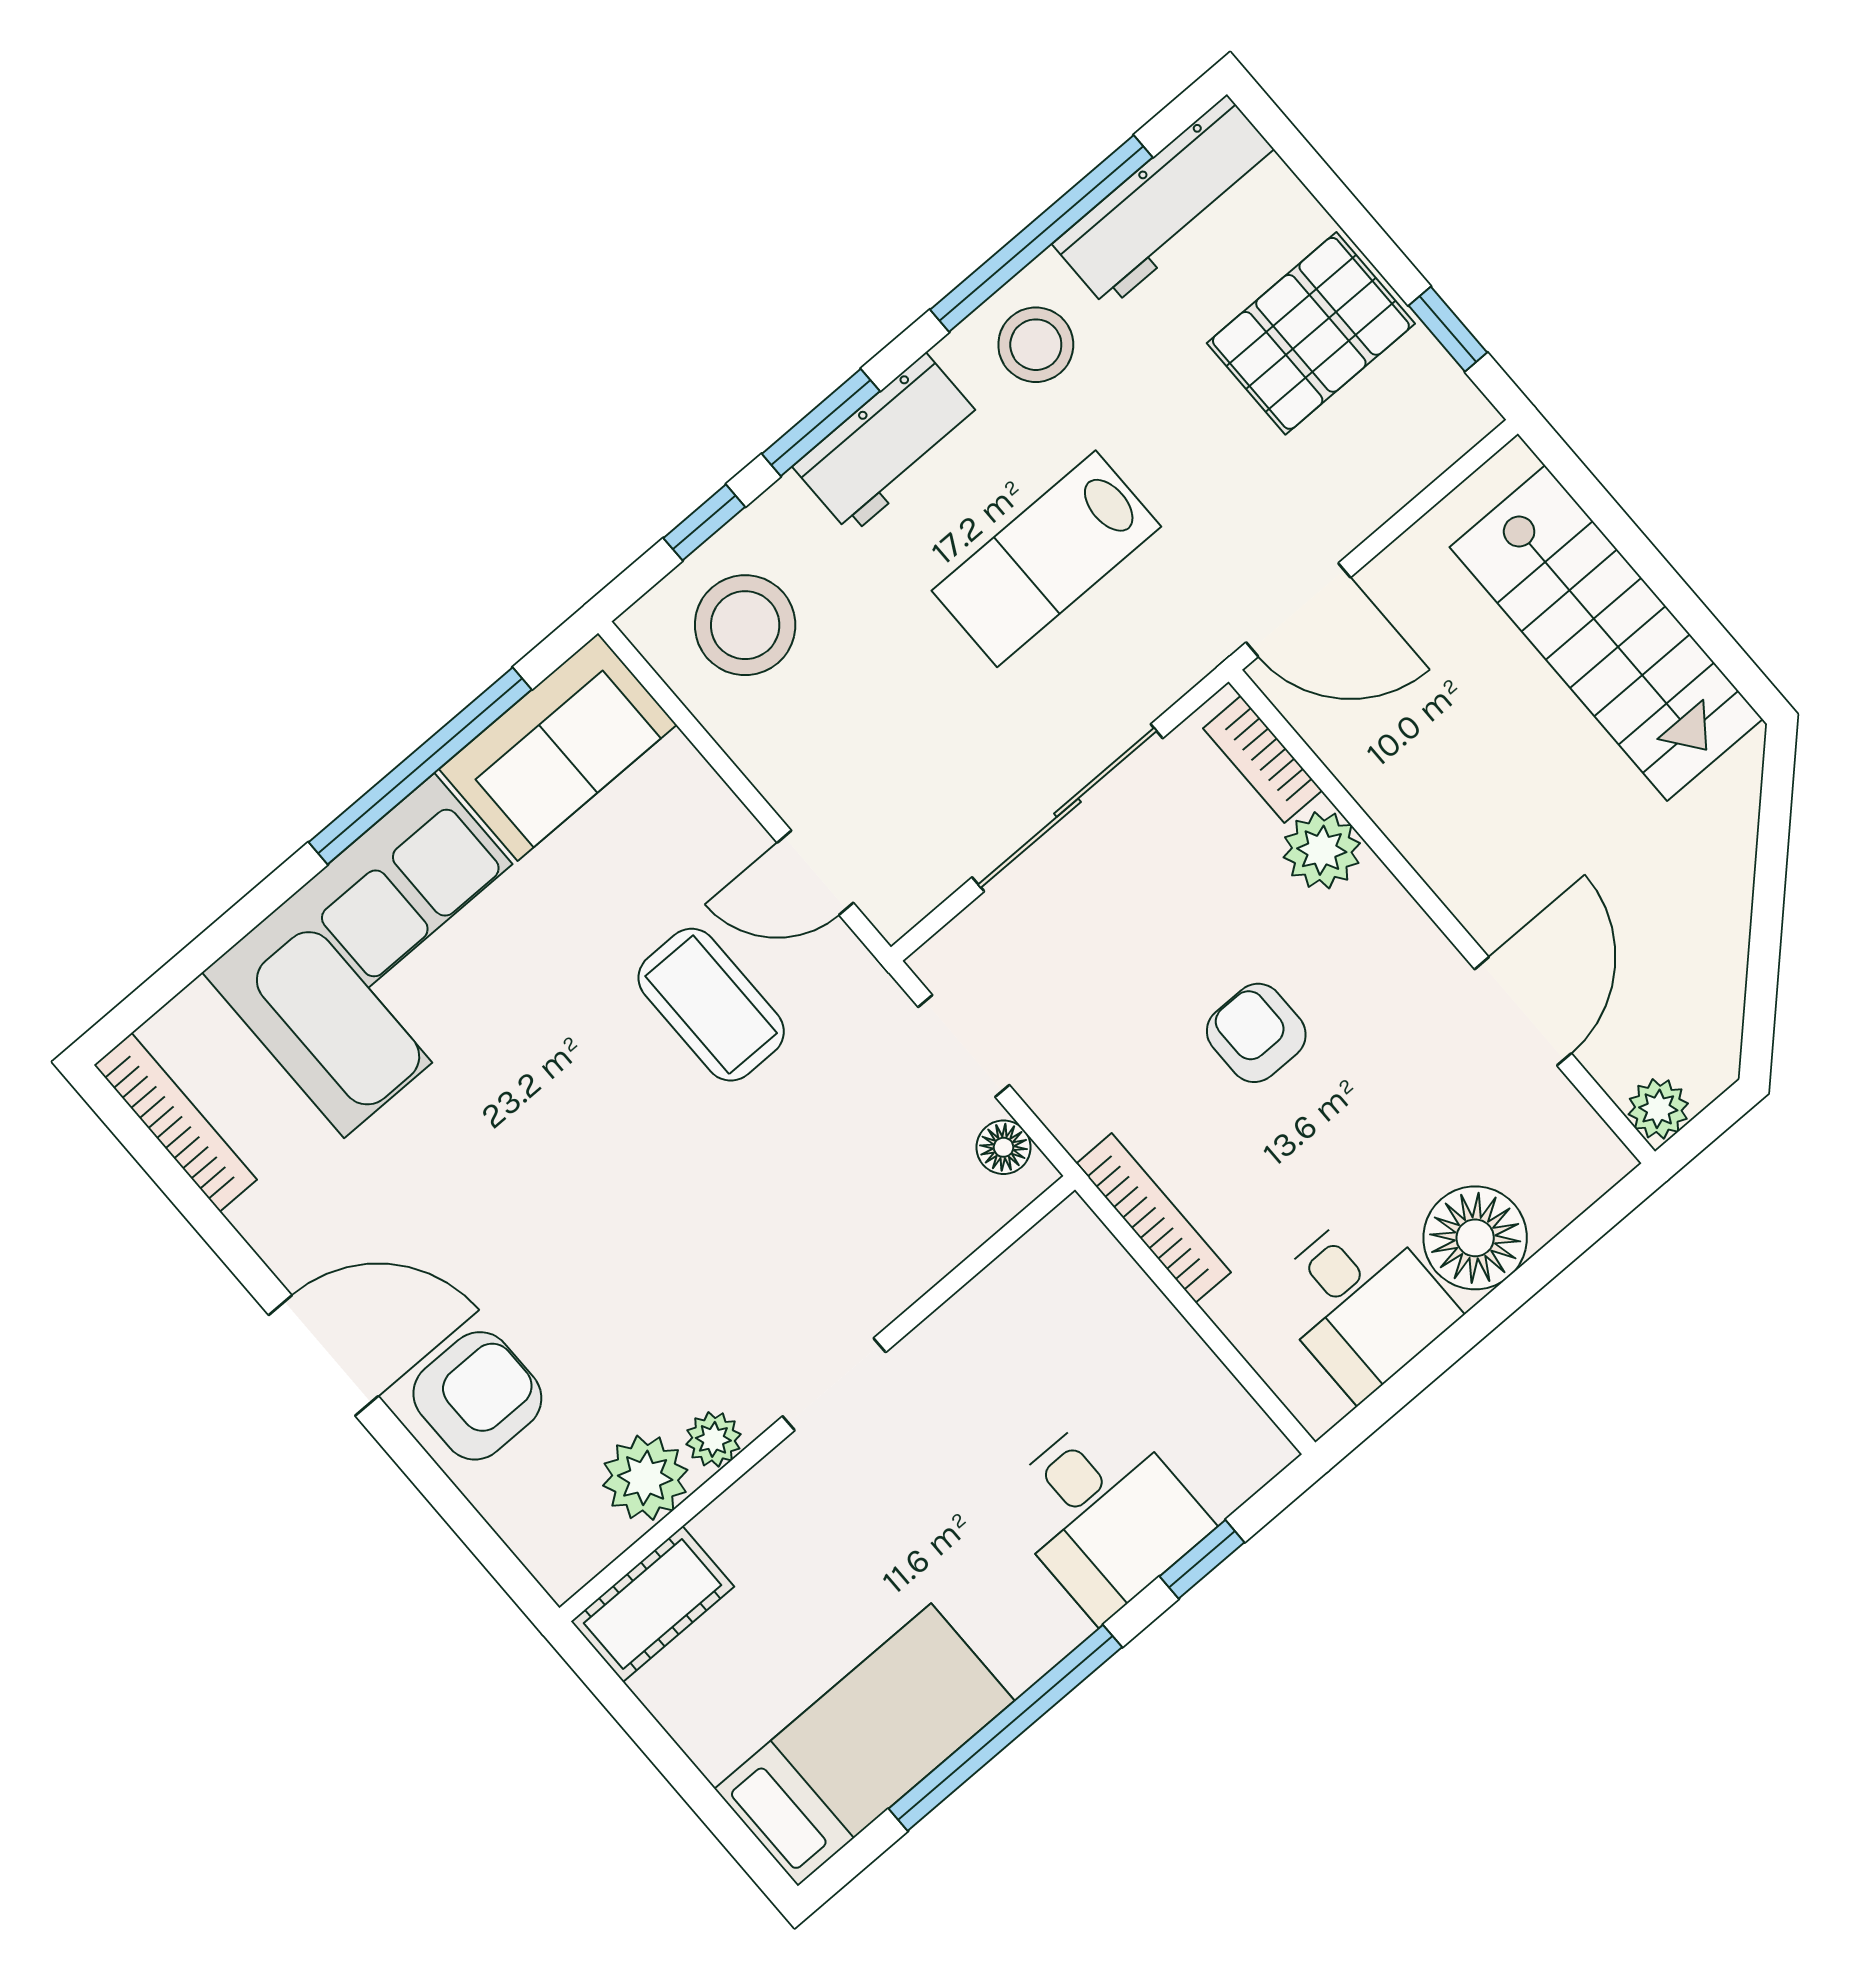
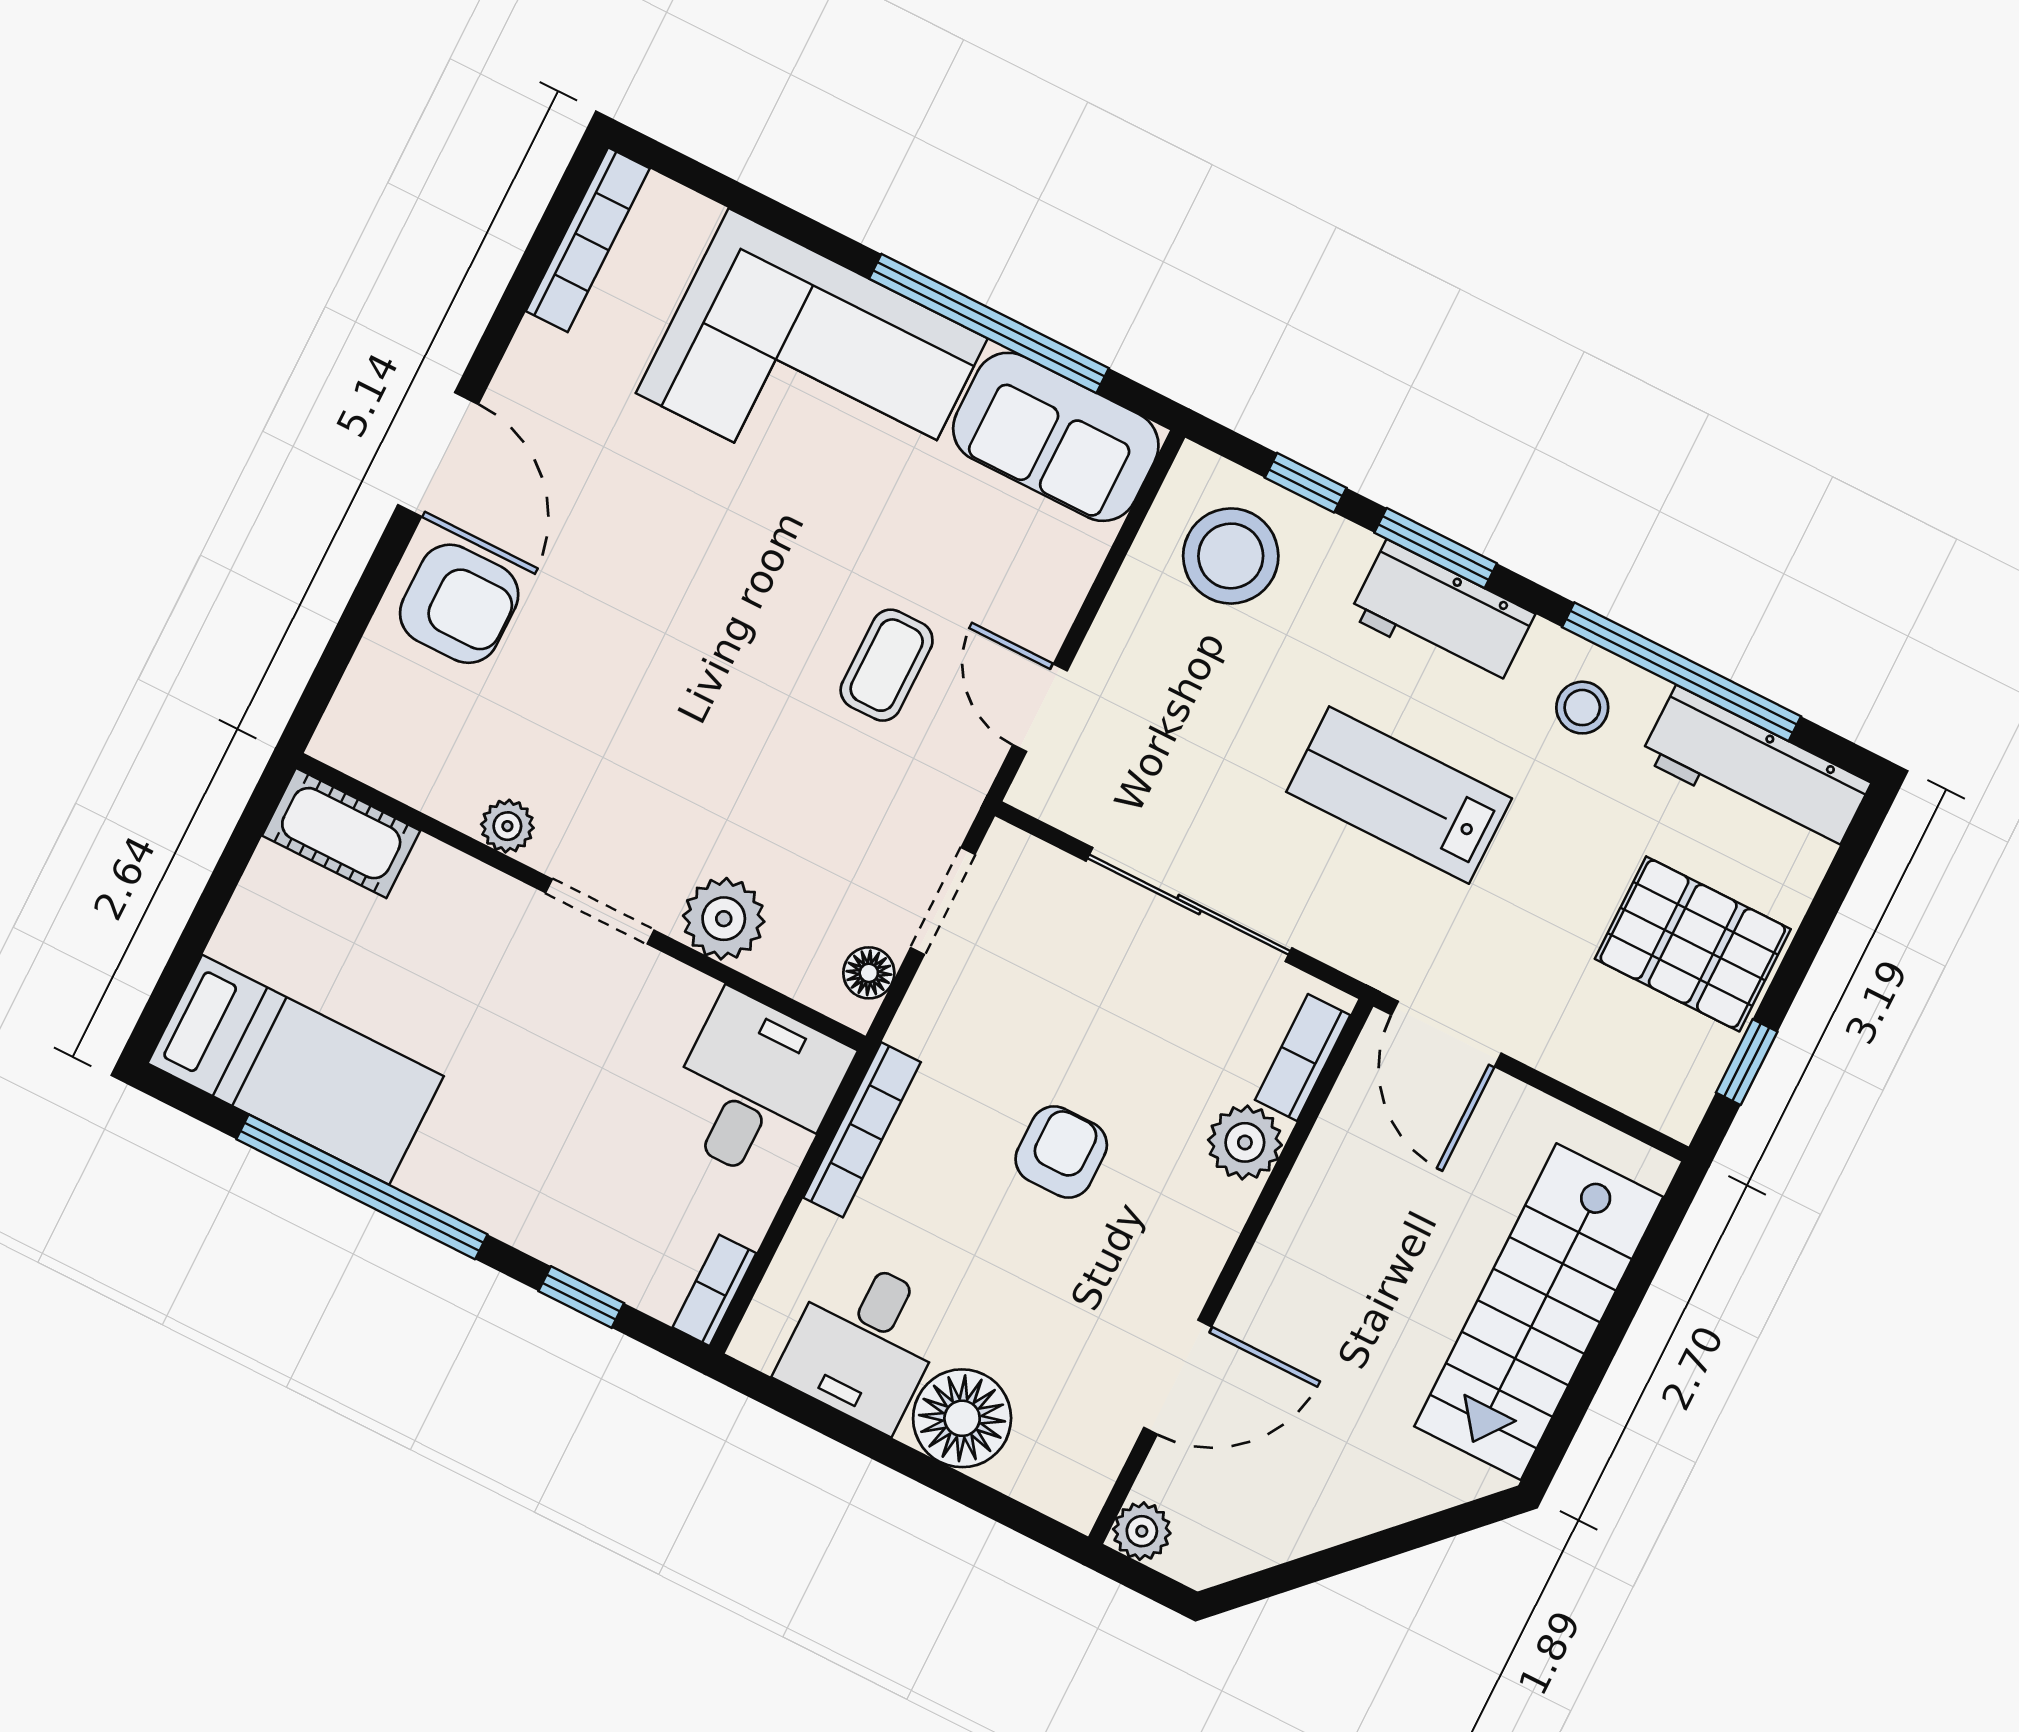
stool: (1036, 345) -> (1582, 708), width x0.73, depth x0.73
coffee table: (711, 1005) -> (887, 665), width x0.73, depth x0.77
bookcase: (1250, 1427) -> (714, 1290), added
plant: (645, 1478) -> (724, 919), moved
desk: (1104, 1513) -> (756, 1089), moved, turned 180

